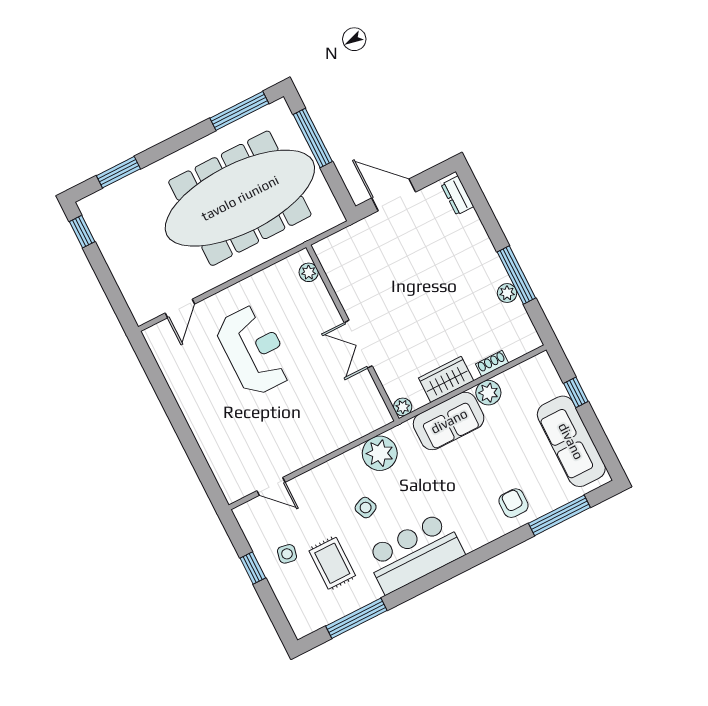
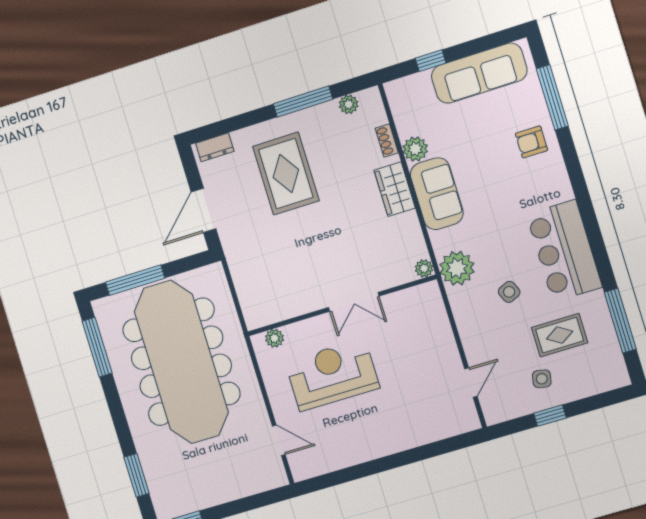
rug: (443, 270) -> (286, 174), added
plant: (309, 272) -> (274, 338), moved
plant: (507, 293) -> (349, 104), moved
wall: (352, 333) -> (342, 305), moved
double door: (358, 344) -> (354, 302), moved
plant: (403, 407) -> (424, 268), moved

